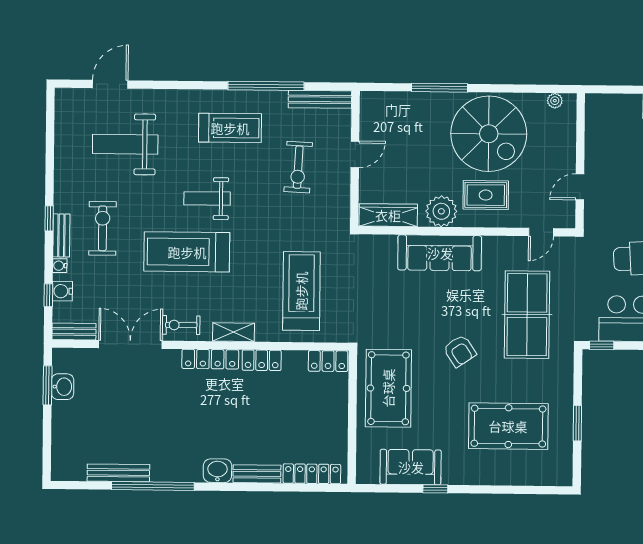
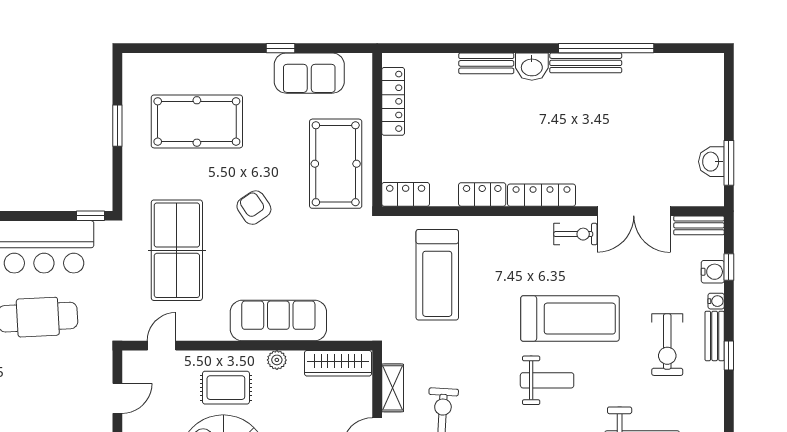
plant: (441, 211) -> (277, 360), width x0.53, depth x0.53
shelving: (233, 332) -> (393, 388), moved, turned 90
bench: (118, 473) -> (586, 63), moved
locker: (312, 474) -> (393, 101), moved, turned -90

